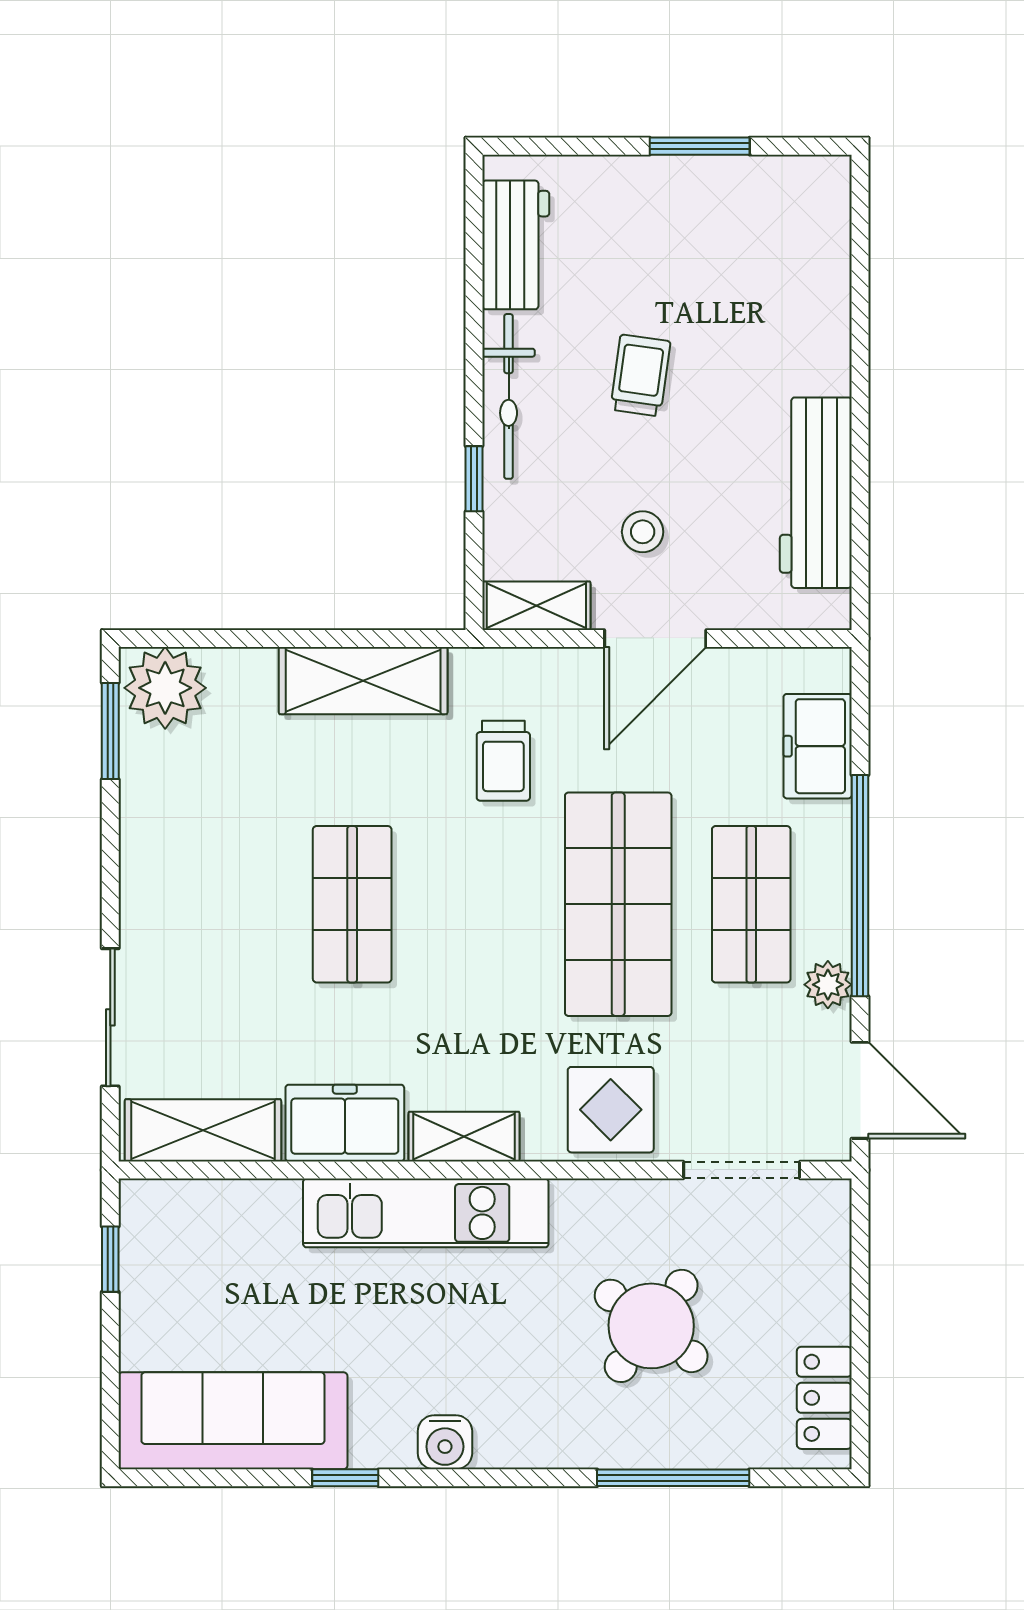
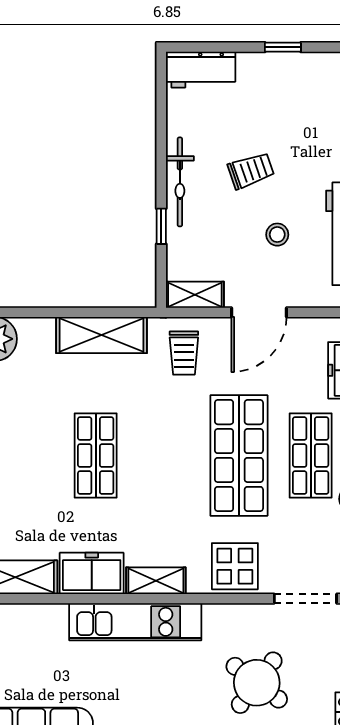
window: (700, 146) -> (283, 47), width x0.67
workbench: (516, 245) -> (201, 70), moved, turned 90
trolley: (640, 375) -> (251, 171), turned 63
stool: (643, 532) -> (277, 235), moved
trolley: (503, 761) -> (184, 353), moved

